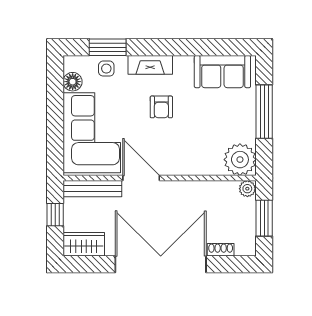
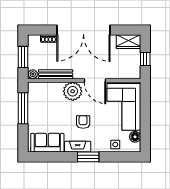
window: (108, 47) -> (88, 157), moved
fireplace: (150, 65) -> (78, 147), moved
window: (264, 112) -> (23, 108), moved
plant: (240, 160) -> (73, 91), moved
bench: (92, 189) -> (56, 74), moved

